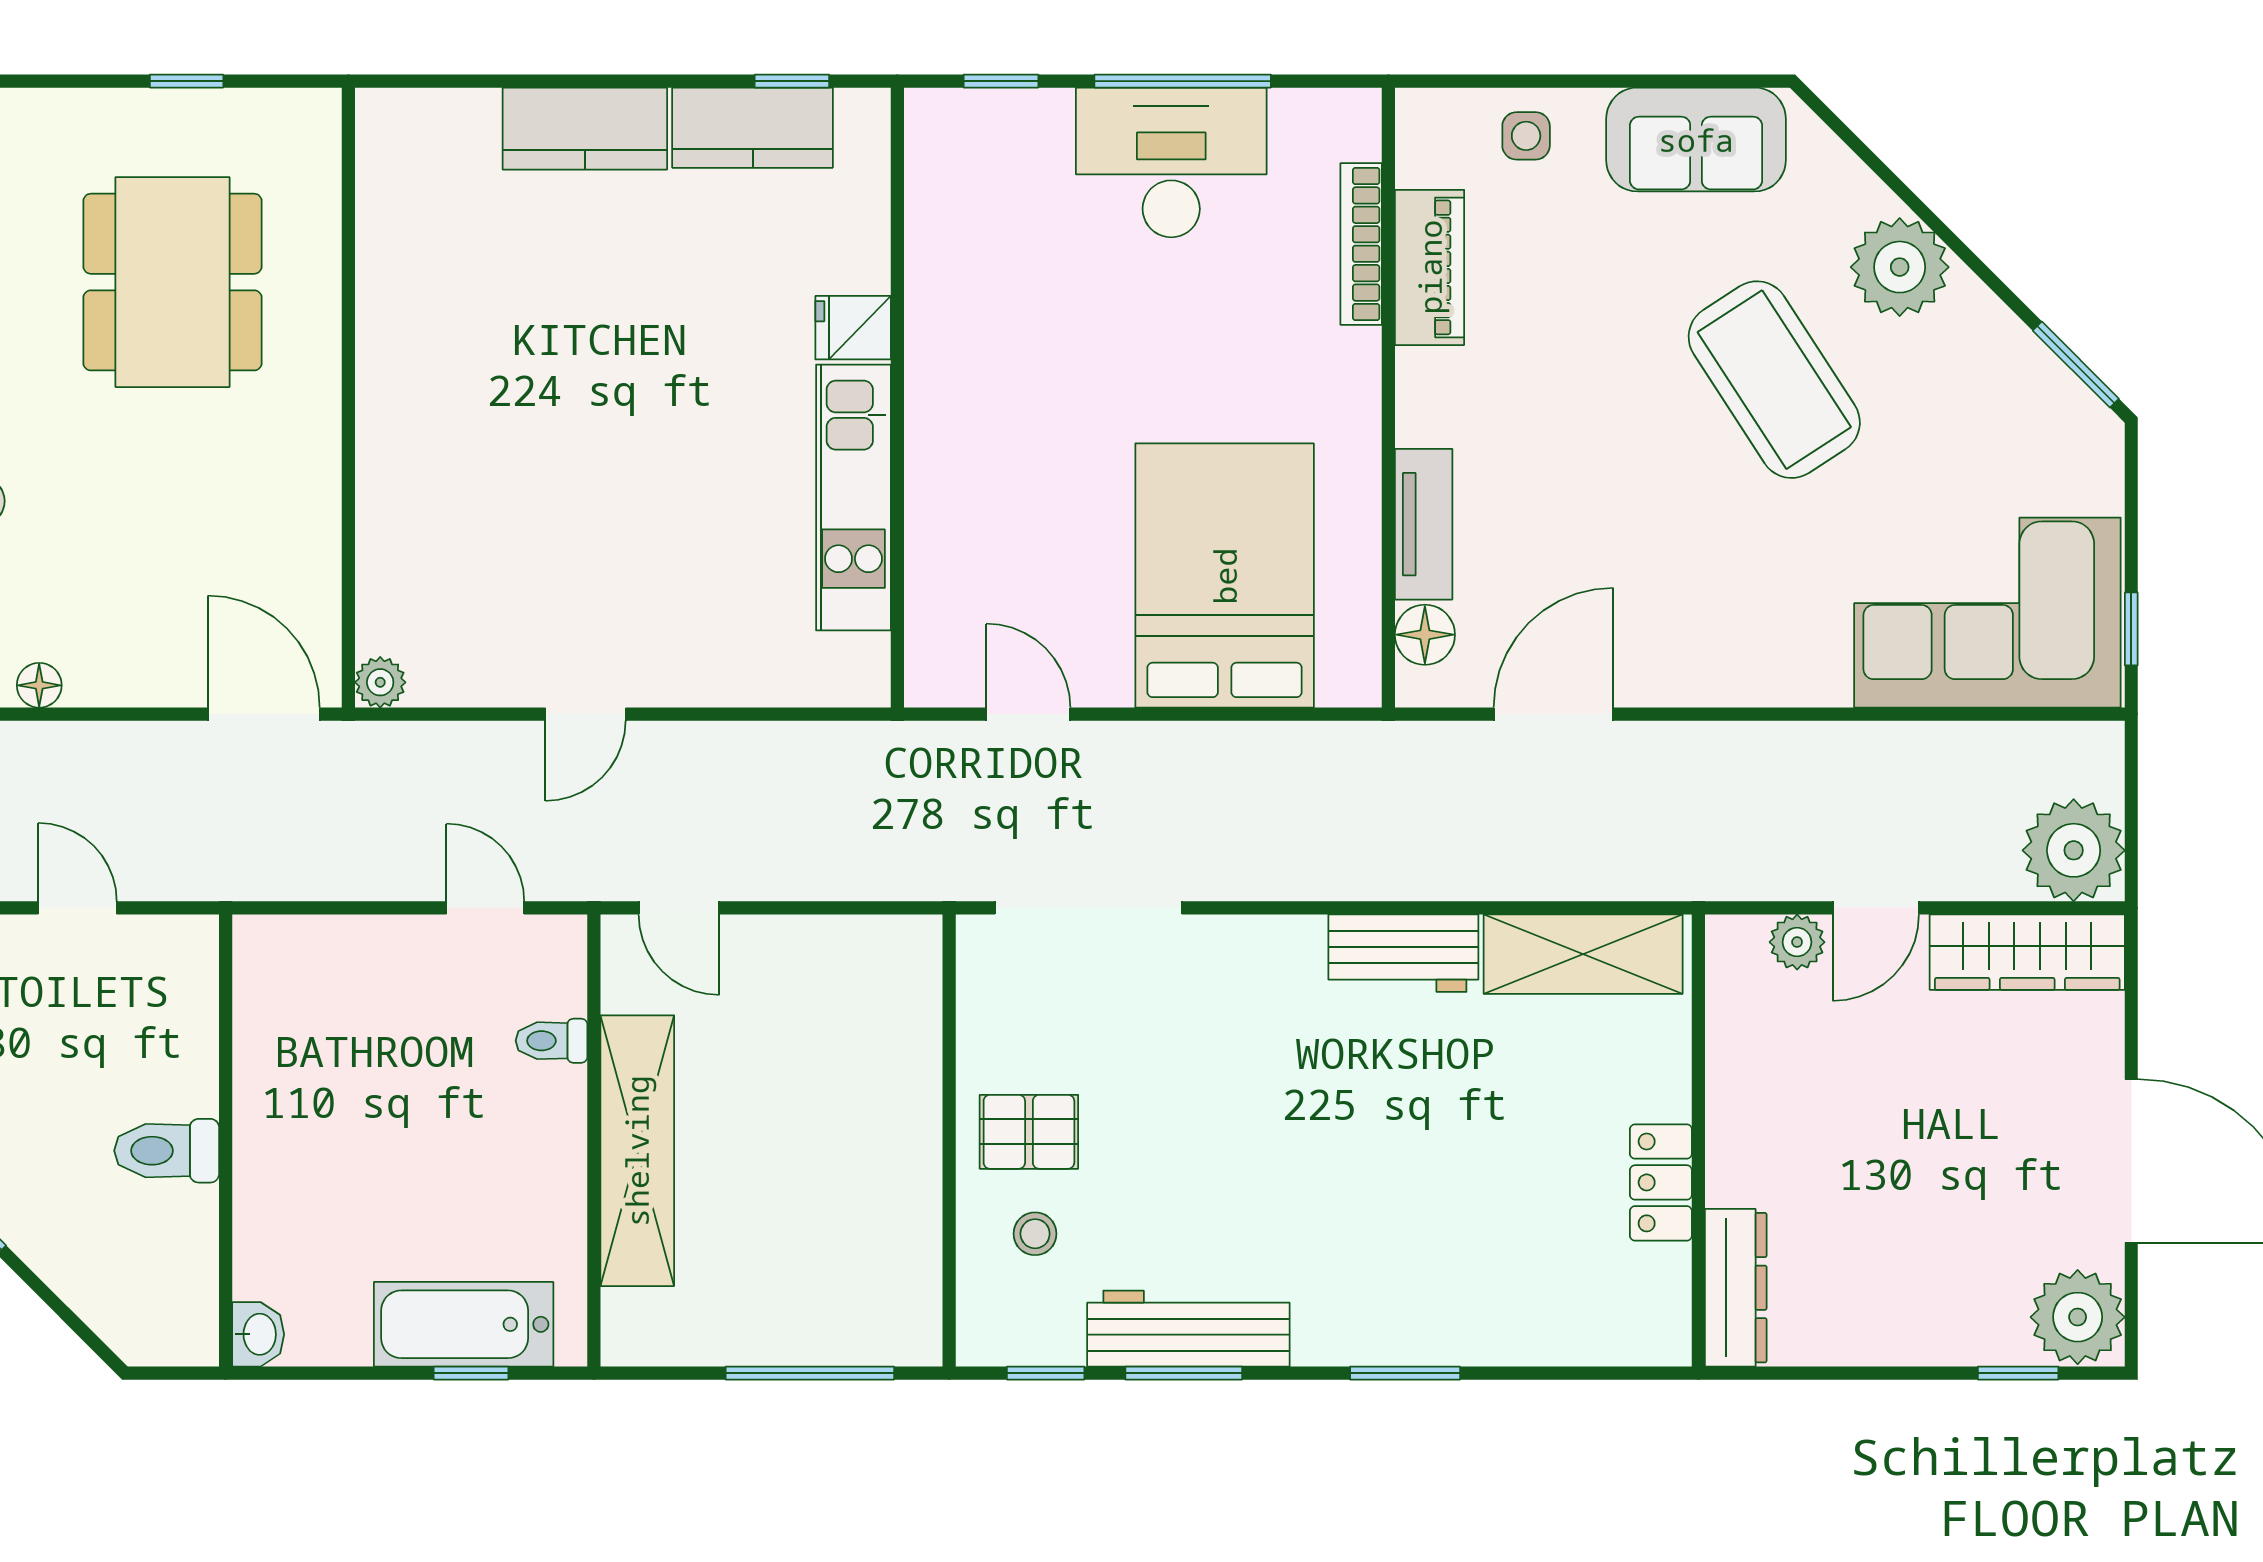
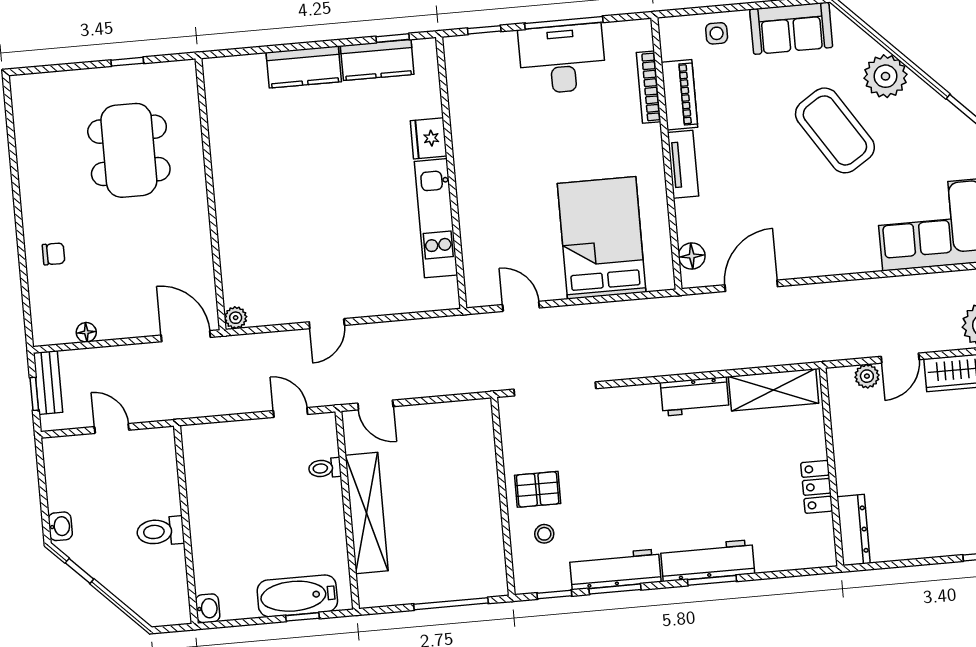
fridge: (853, 328) -> (429, 138), width x1.38
tv unit: (1424, 524) -> (683, 164), moved
workbench: (1399, 1327) -> (707, 561), added

